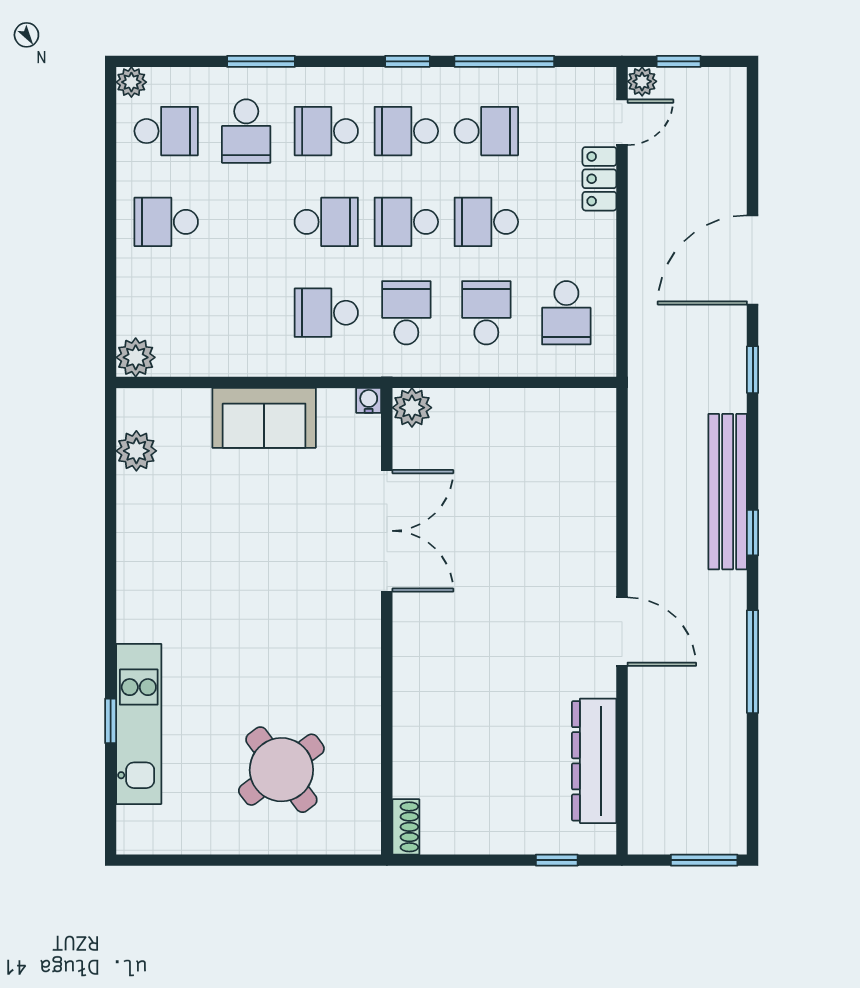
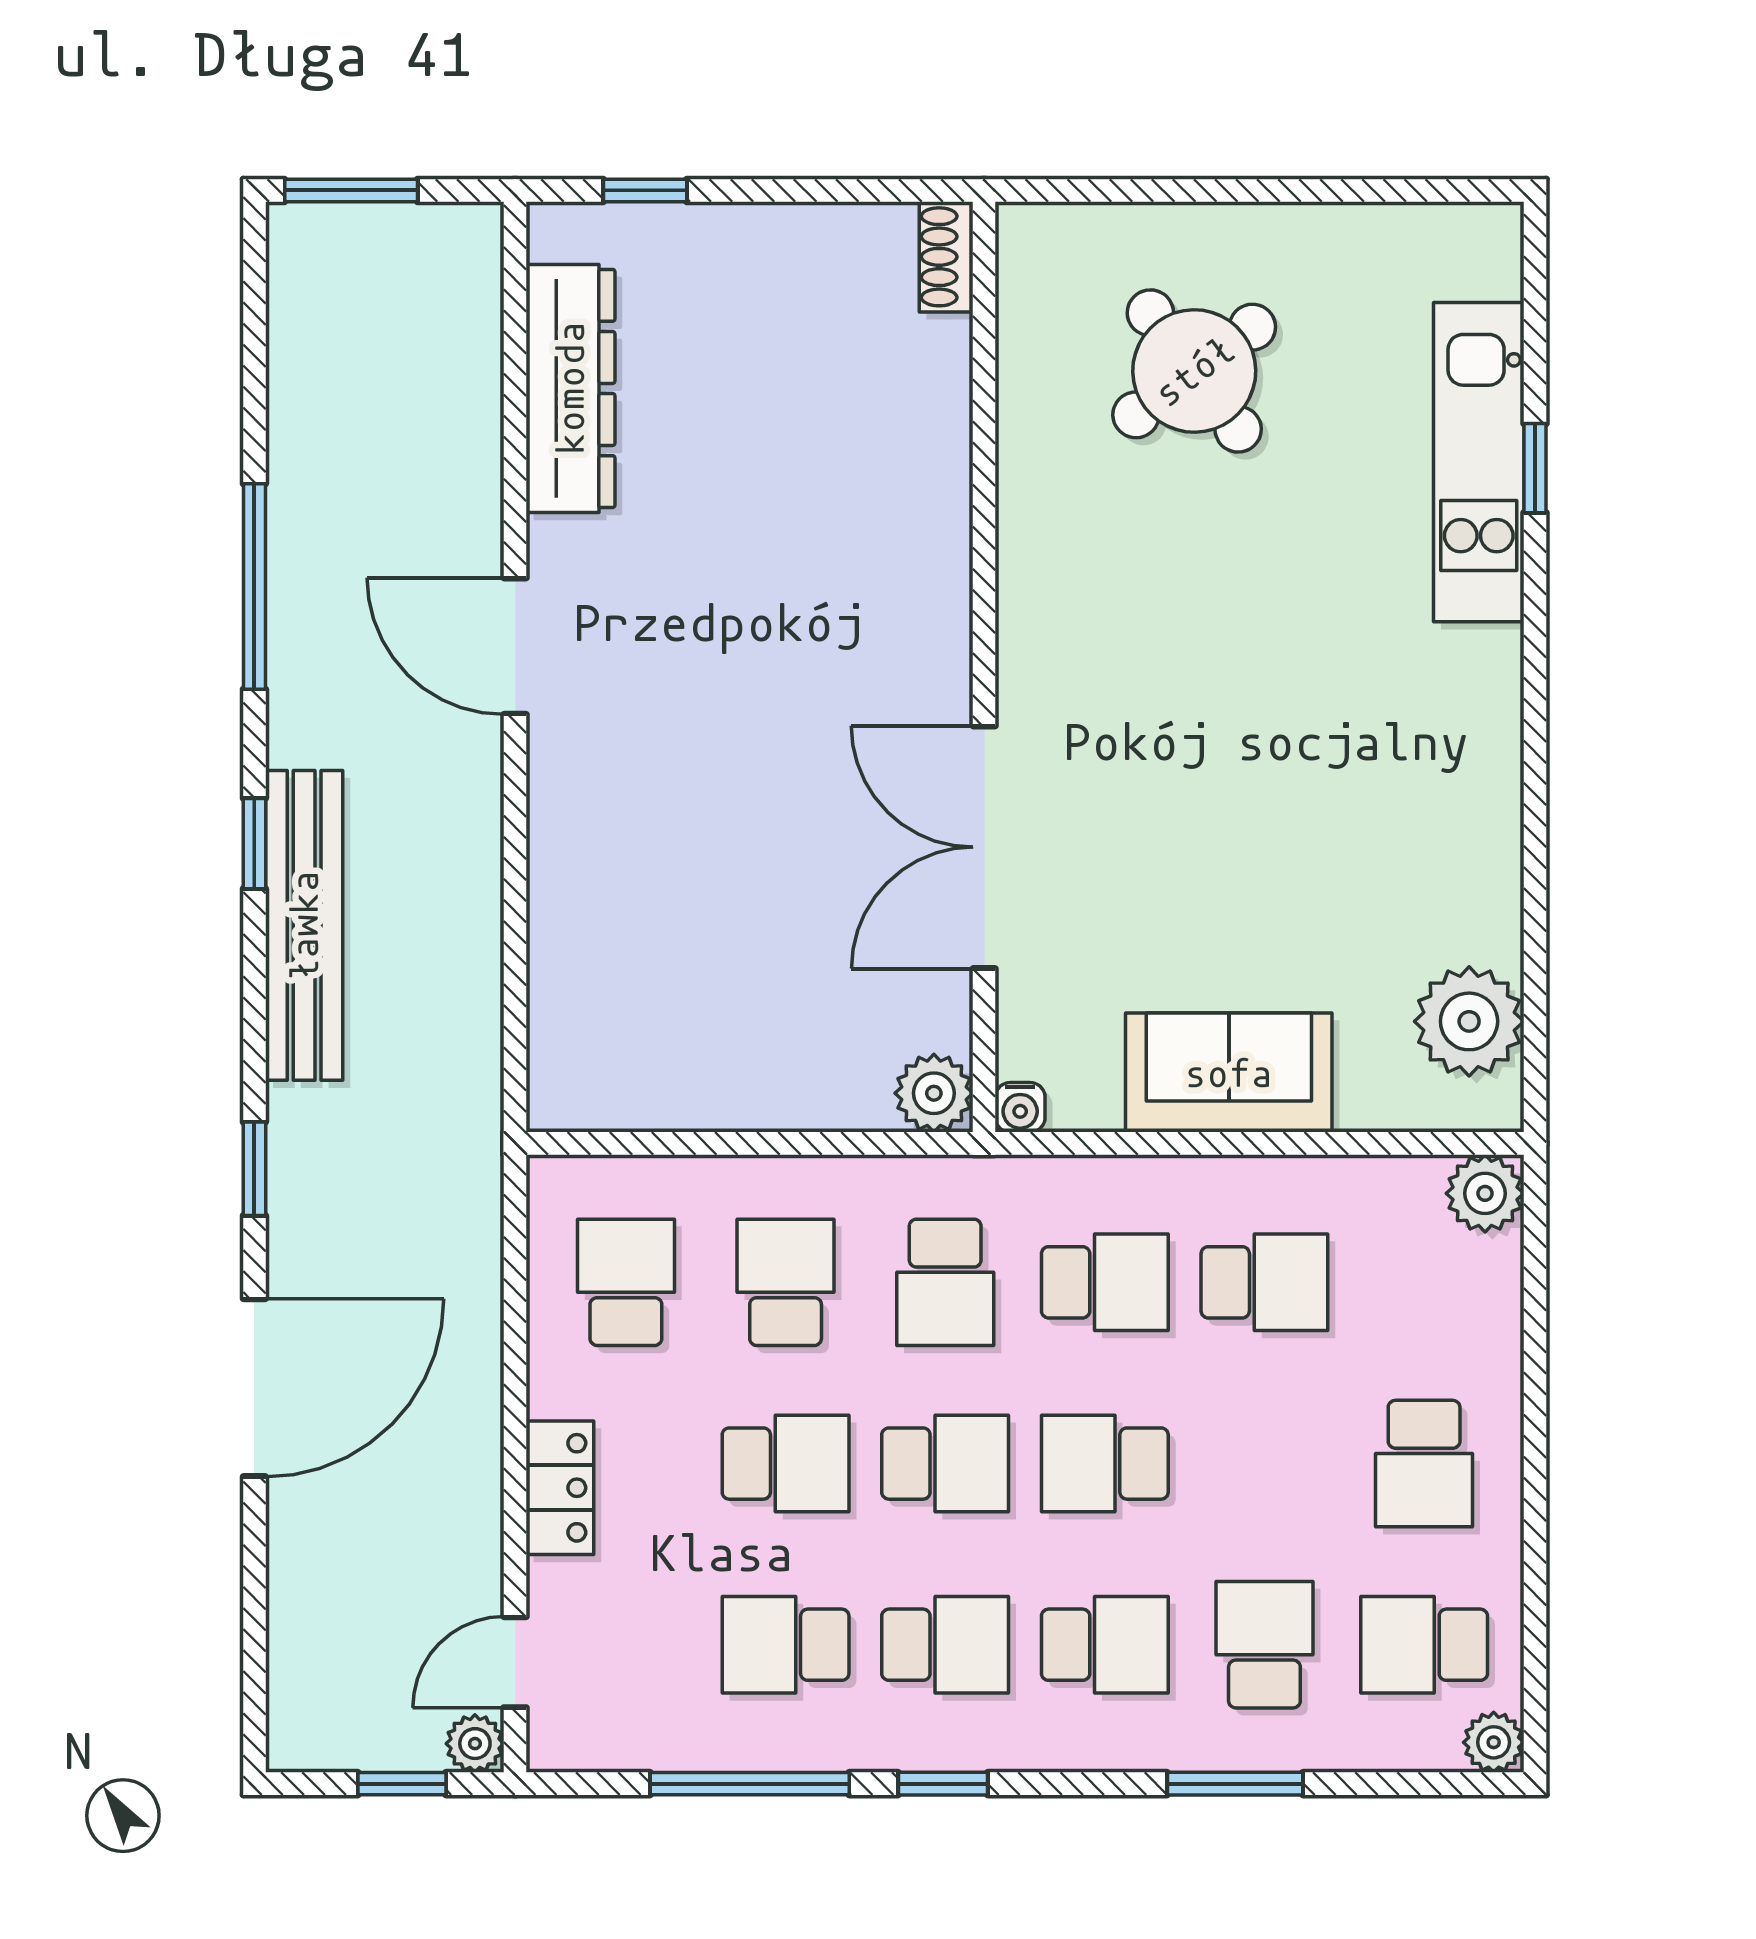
locker: (599, 179) -> (560, 1488), moved
school desk: (166, 222) -> (1424, 1464), turned 90
school desk: (246, 313) -> (1264, 1282), added
school desk: (486, 313) -> (786, 1282), turned 180
plant: (136, 451) -> (1469, 1021), width x1.36, depth x1.36

